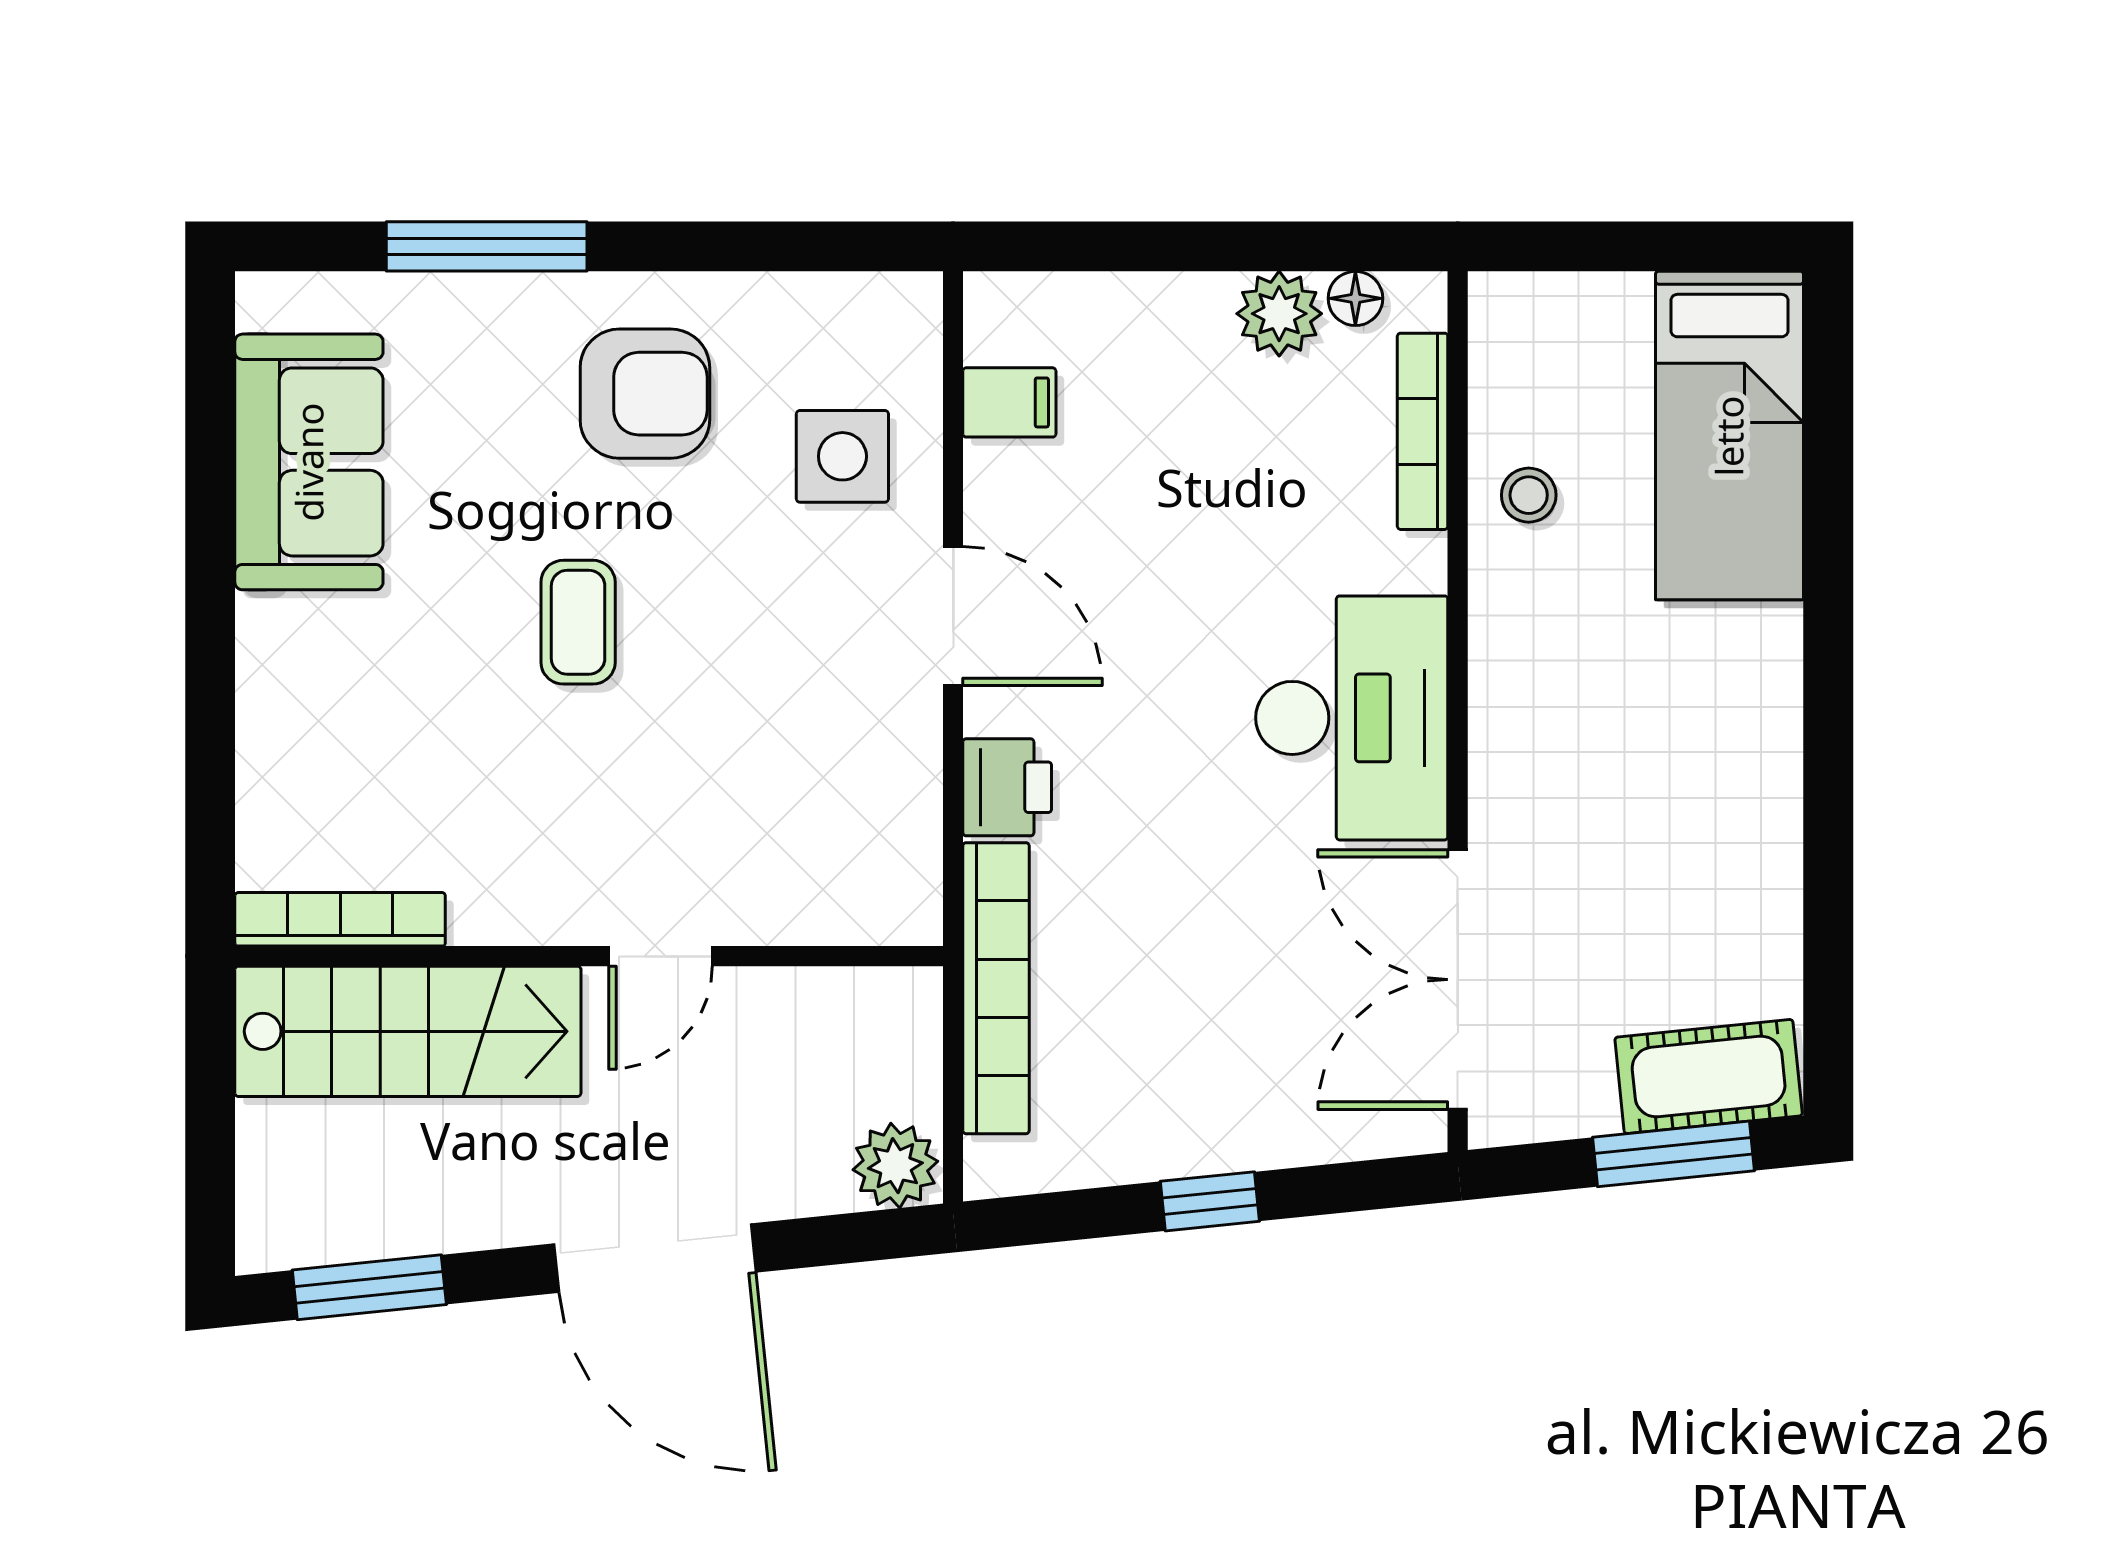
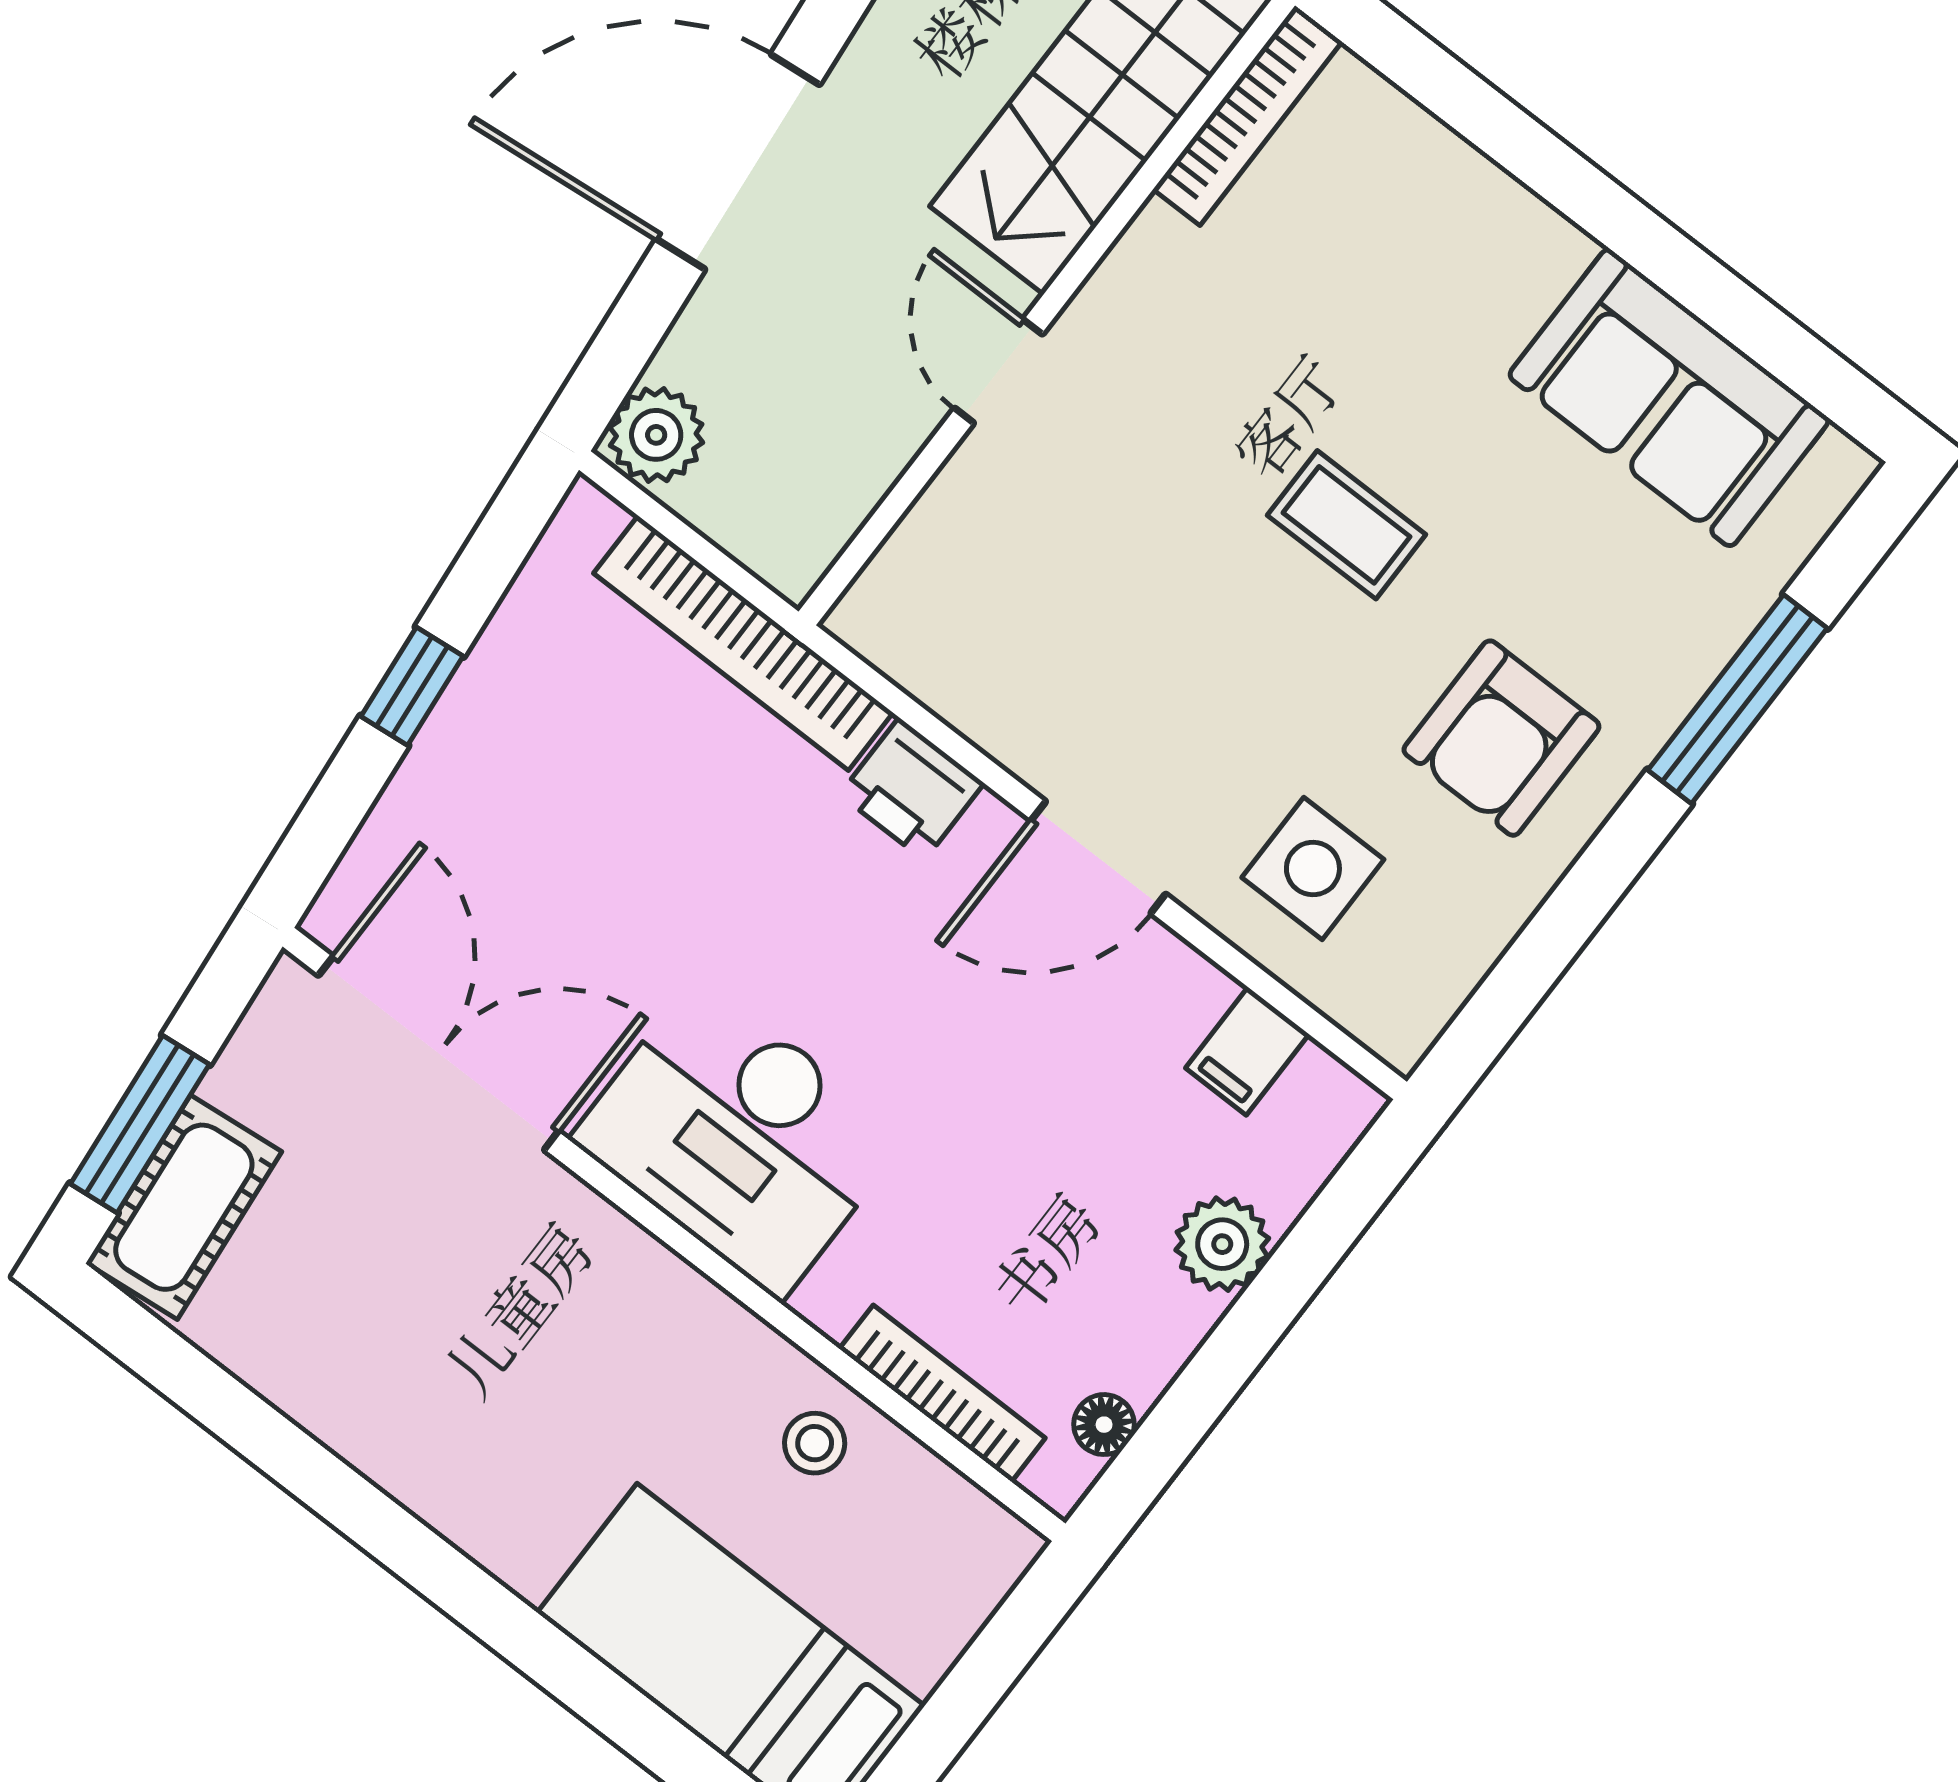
plant: (1279, 314) -> (1222, 1244), moved

